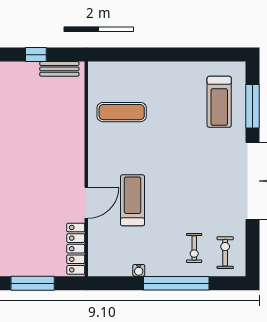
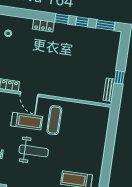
exercise mat: (122, 112) -> (54, 120), moved
weight bench: (181, 181) -> (34, 151), added

